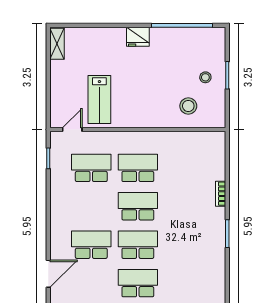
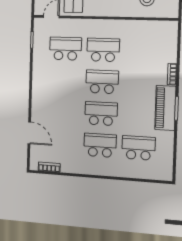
piano: (214, 234) -> (165, 108), added
school desk: (91, 245) -> (138, 148), moved
door: (48, 274) -> (29, 133), hinge flipped

